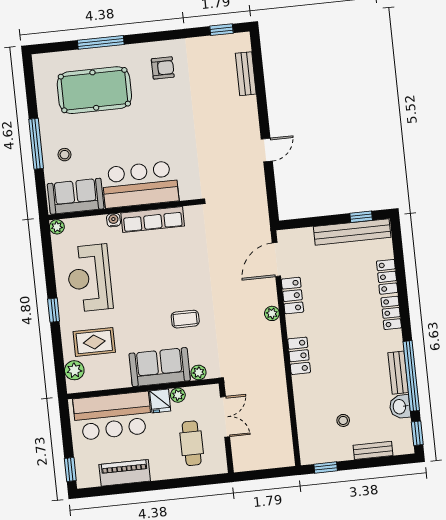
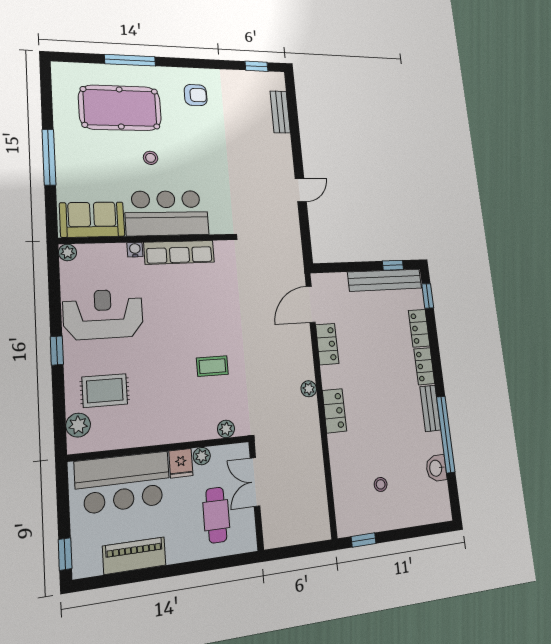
stool: (65, 155) -> (151, 158), moved
reception desk: (89, 278) -> (103, 314), turned 90
plant: (272, 313) -> (309, 389), moved
sofa: (160, 367) -> (182, 422), removed
bench: (398, 373) -> (430, 408), moved
double door: (225, 417) -> (255, 482), swing flipped
window: (417, 433) -> (428, 296), moved
bench: (373, 450) -> (411, 518), removed

